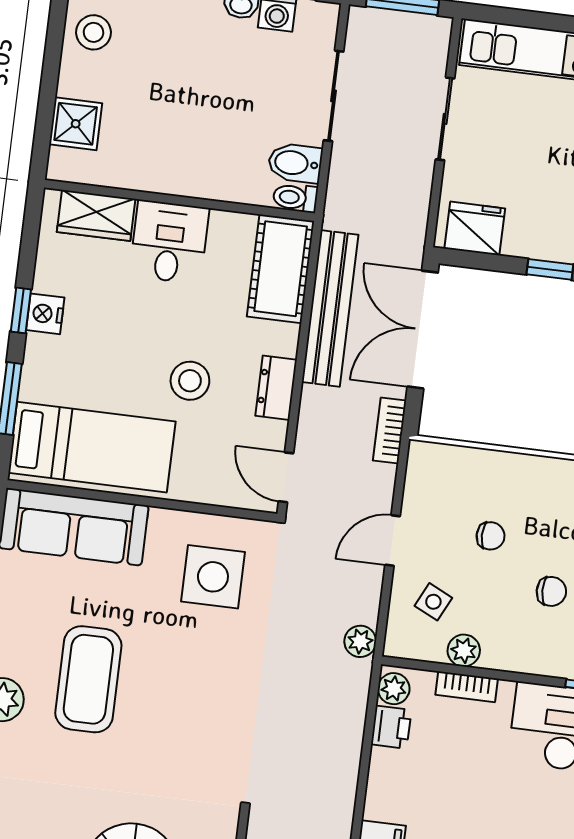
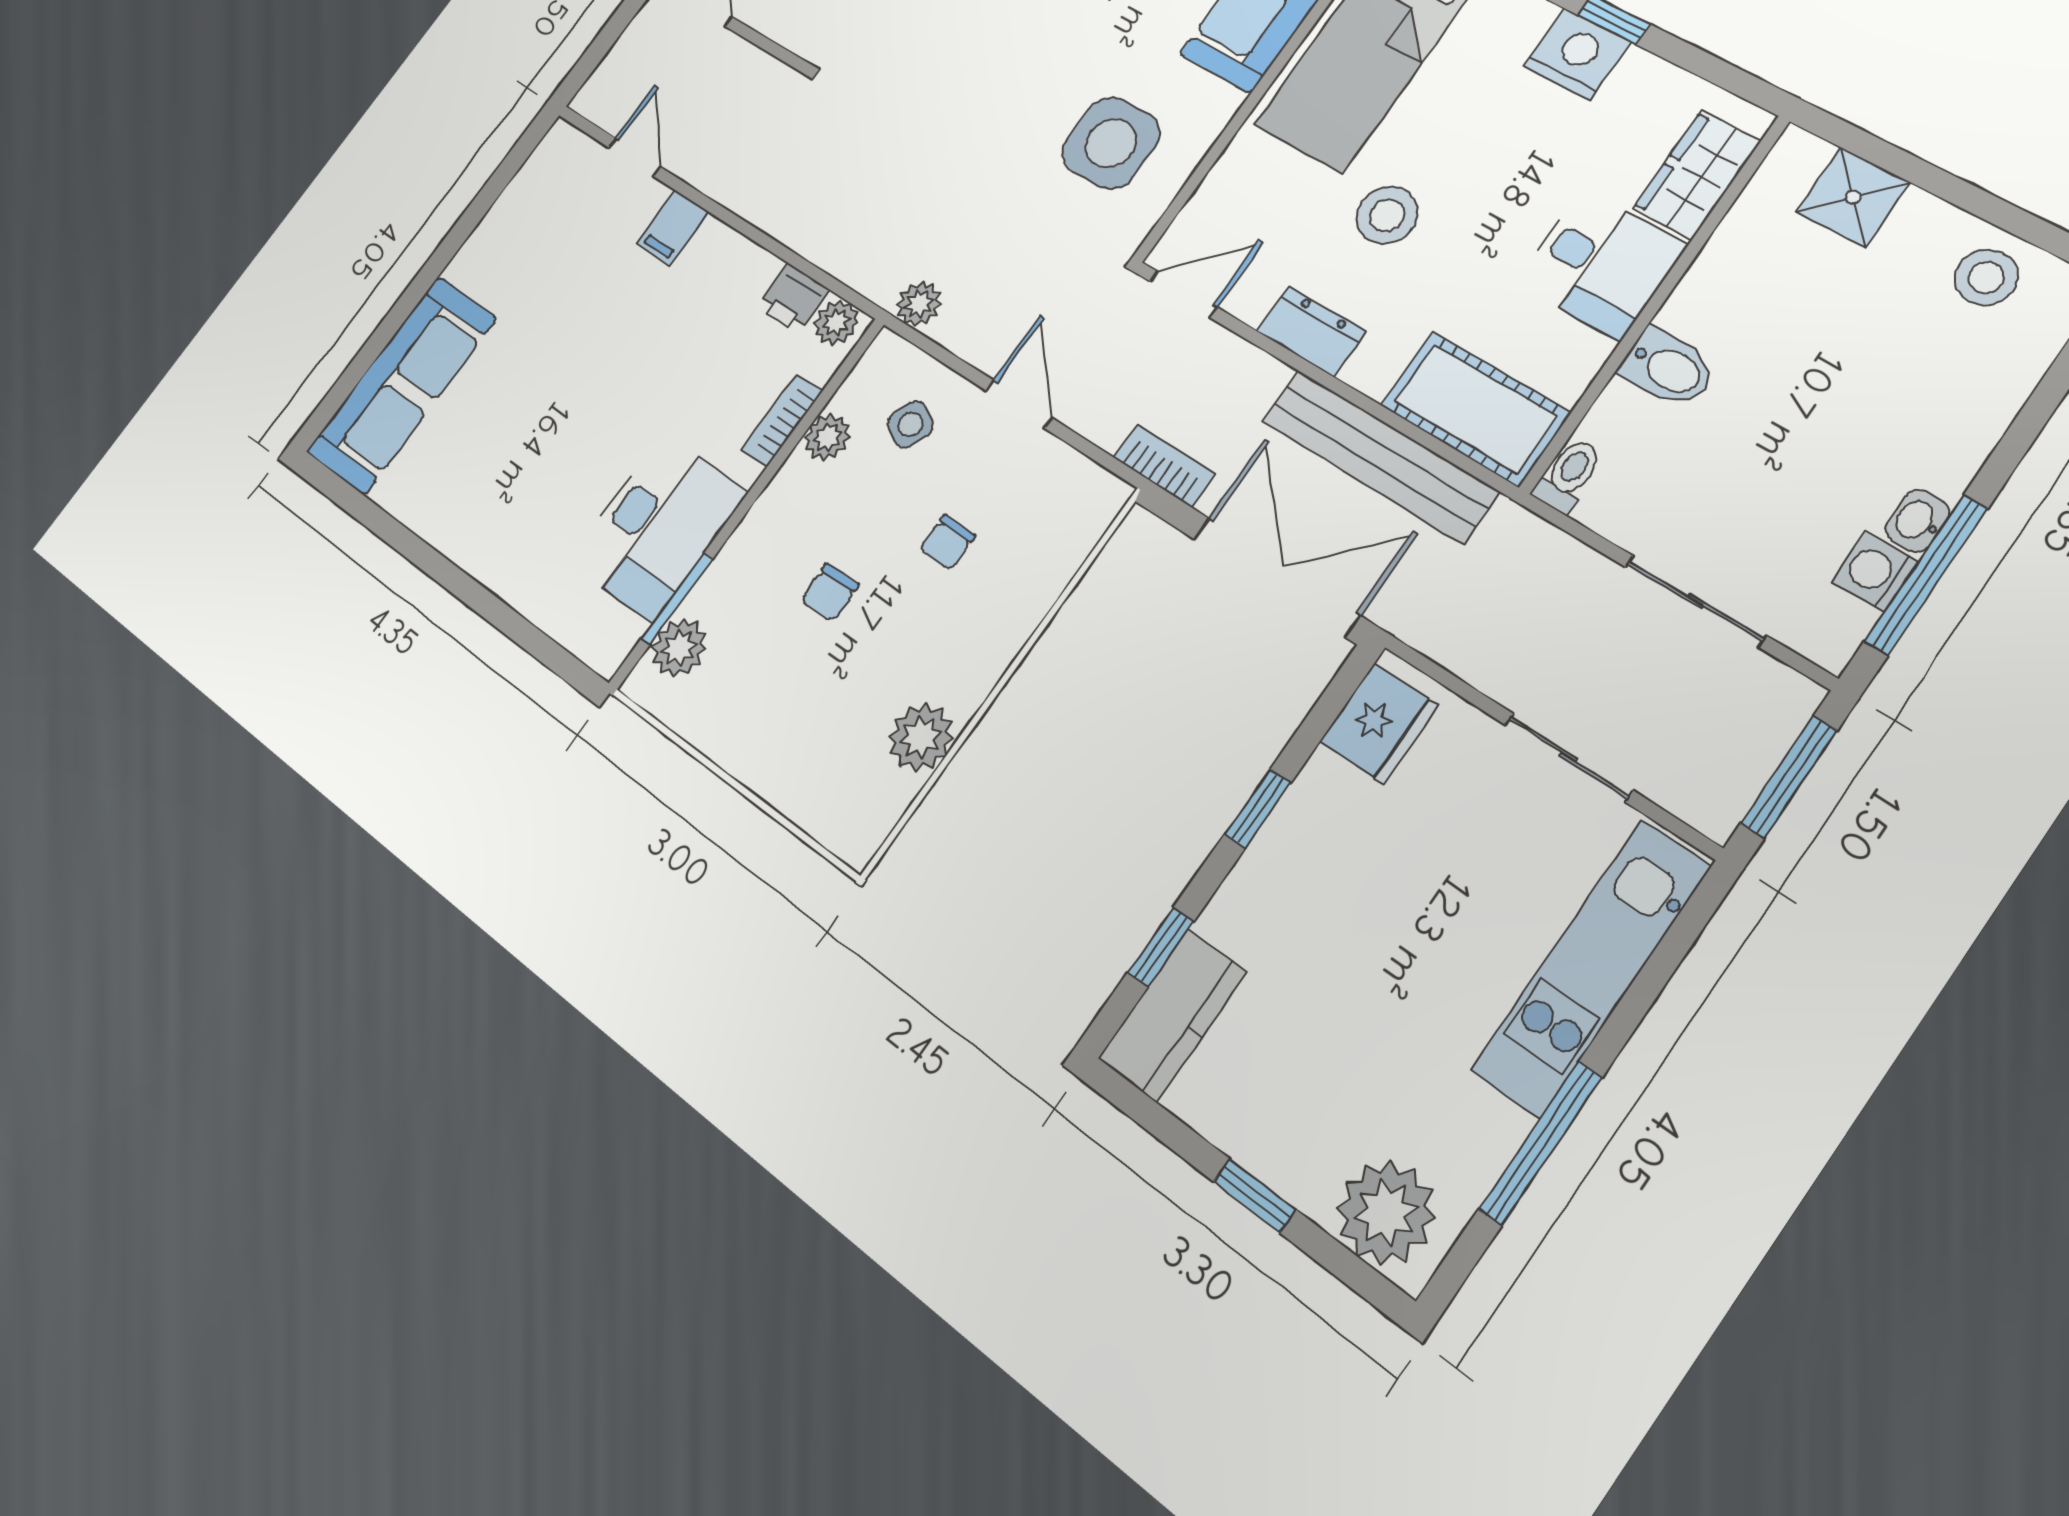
bidet: (295, 163) -> (1668, 368), moved, turned 90
nightstand: (45, 314) -> (1577, 54), width x1.36, depth x1.33

